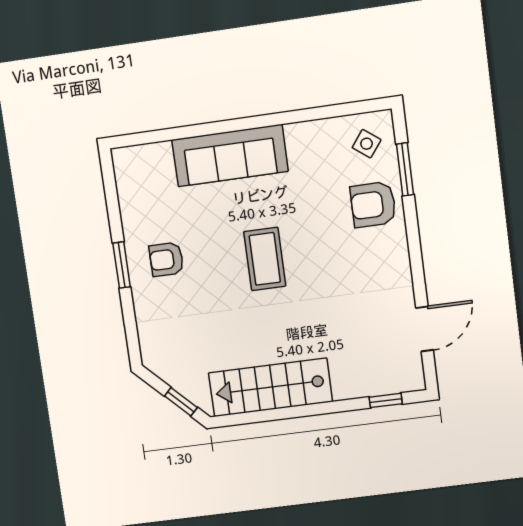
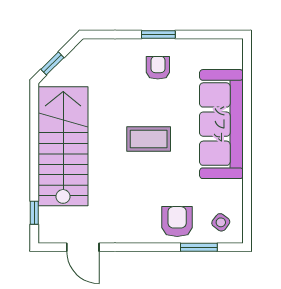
sofa: (230, 156) -> (221, 124), width x1.36, depth x1.27
stairs: (270, 387) -> (63, 146), width x1.36, depth x1.51

